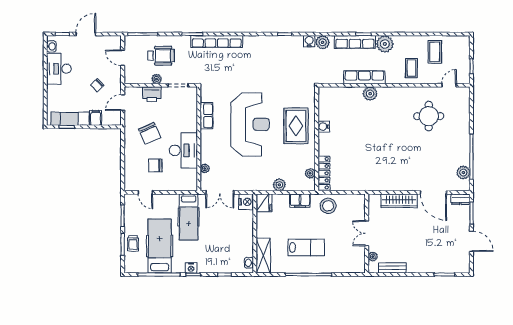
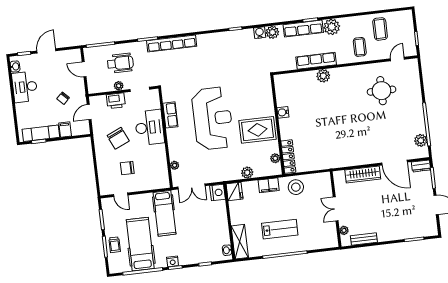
rug: (296, 126) -> (258, 130), moved, turned 90
desk: (183, 150) -> (149, 127), moved

